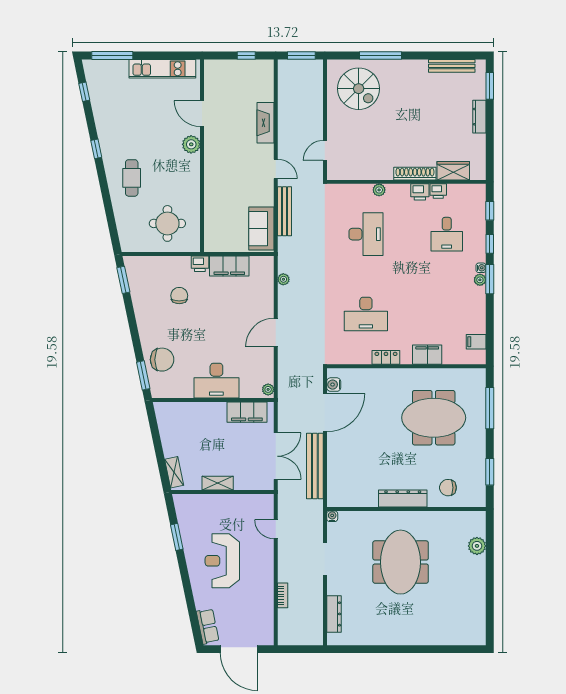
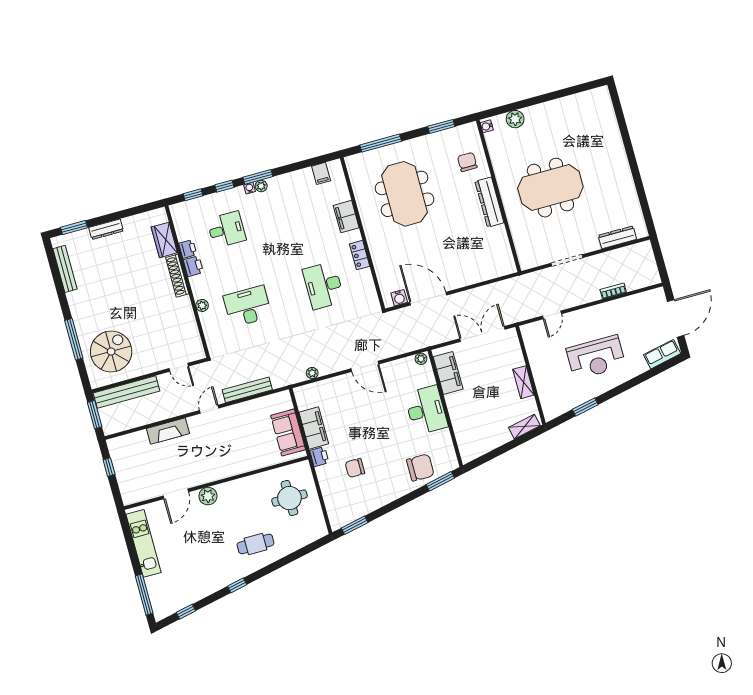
sofa: (261, 229) -> (288, 432), moved, turned 90
desk: (366, 314) -> (324, 285), turned 180
chair: (162, 360) -> (420, 467), turned 90
bench: (315, 466) -> (127, 392), moved
chair: (448, 488) -> (467, 162), turned 180
water cooler: (332, 516) -> (487, 126), moved

